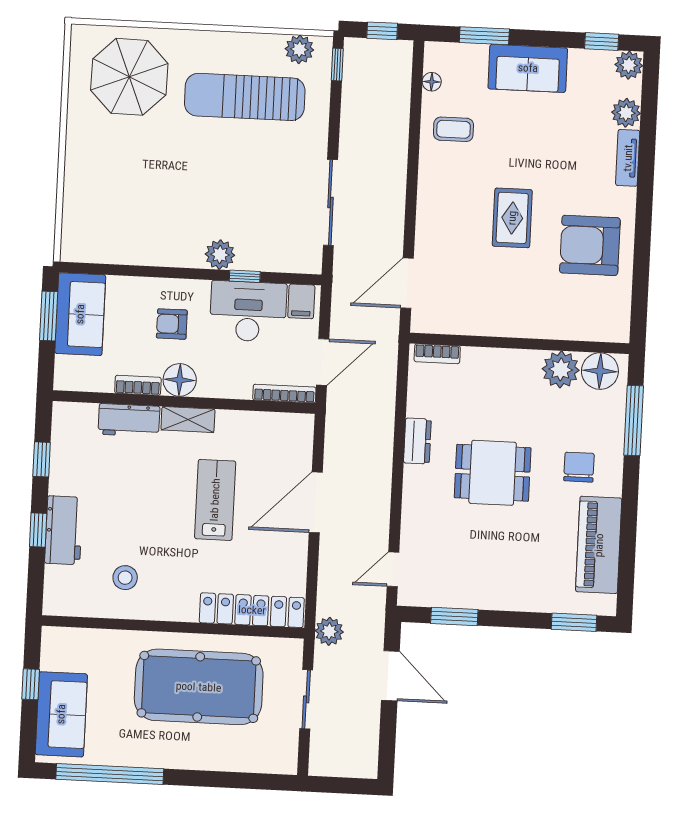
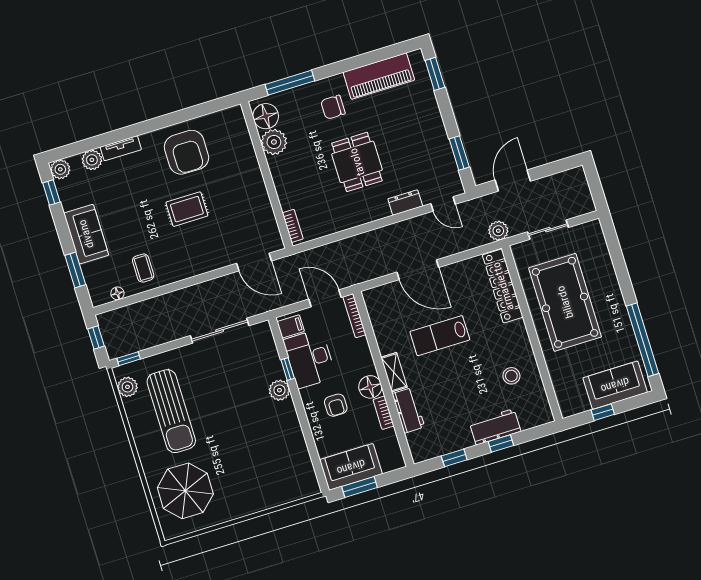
dresser: (417, 441) -> (405, 202), moved

